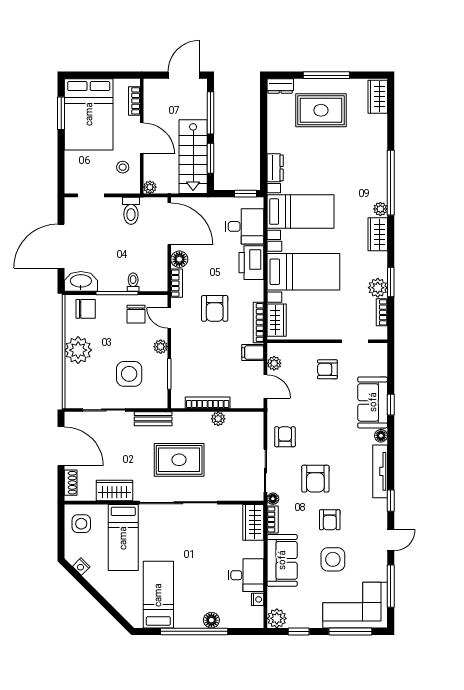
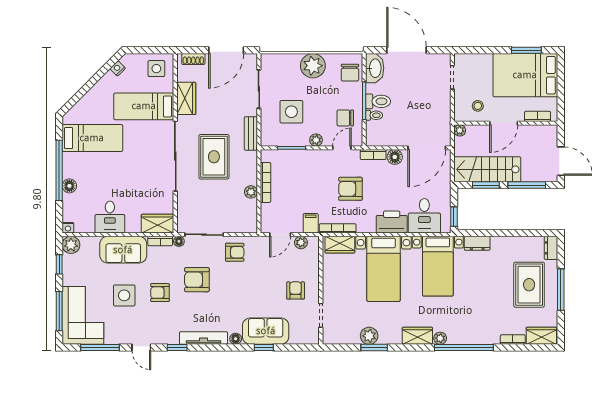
toilet: (131, 211) -> (378, 101), moved, turned 180
bookcase: (382, 312) -> (513, 340), moved
nightstand: (258, 599) -> (68, 228), moved

